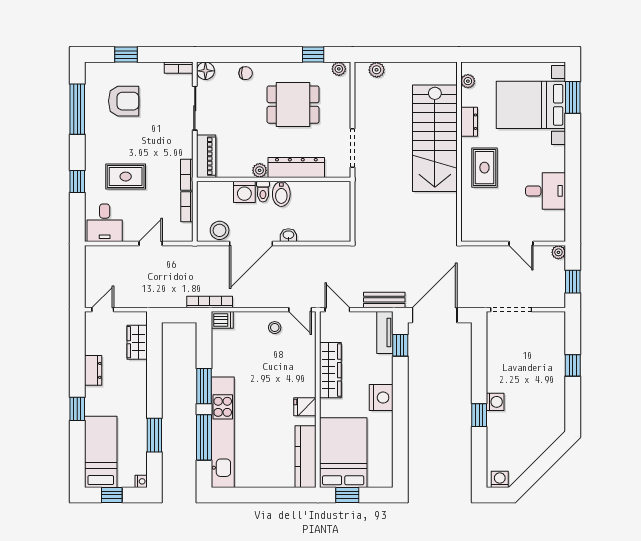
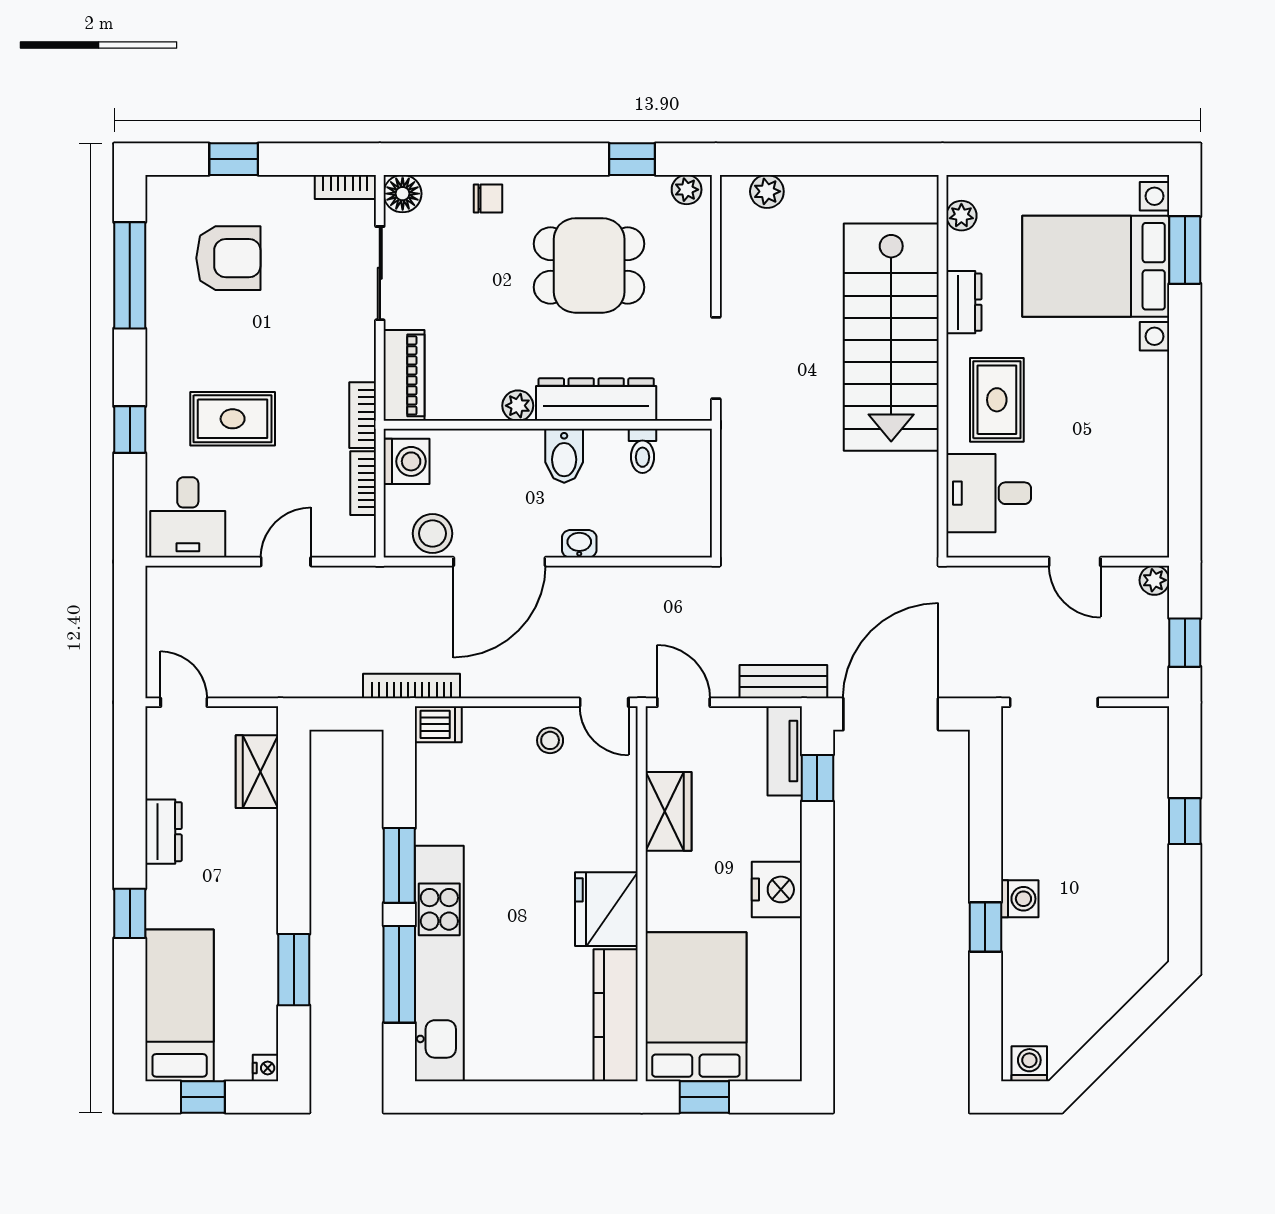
desk: (546, 191) -> (989, 493), moved, turned 180
washing machine: (244, 192) -> (407, 461), moved, turned -90
toilet: (263, 192) -> (643, 451), moved
door: (103, 310) -> (184, 702), hinge flipped
wardrobe: (330, 370) -> (668, 811), width x0.67
fridge: (305, 407) -> (606, 909), width x1.88, depth x1.34

